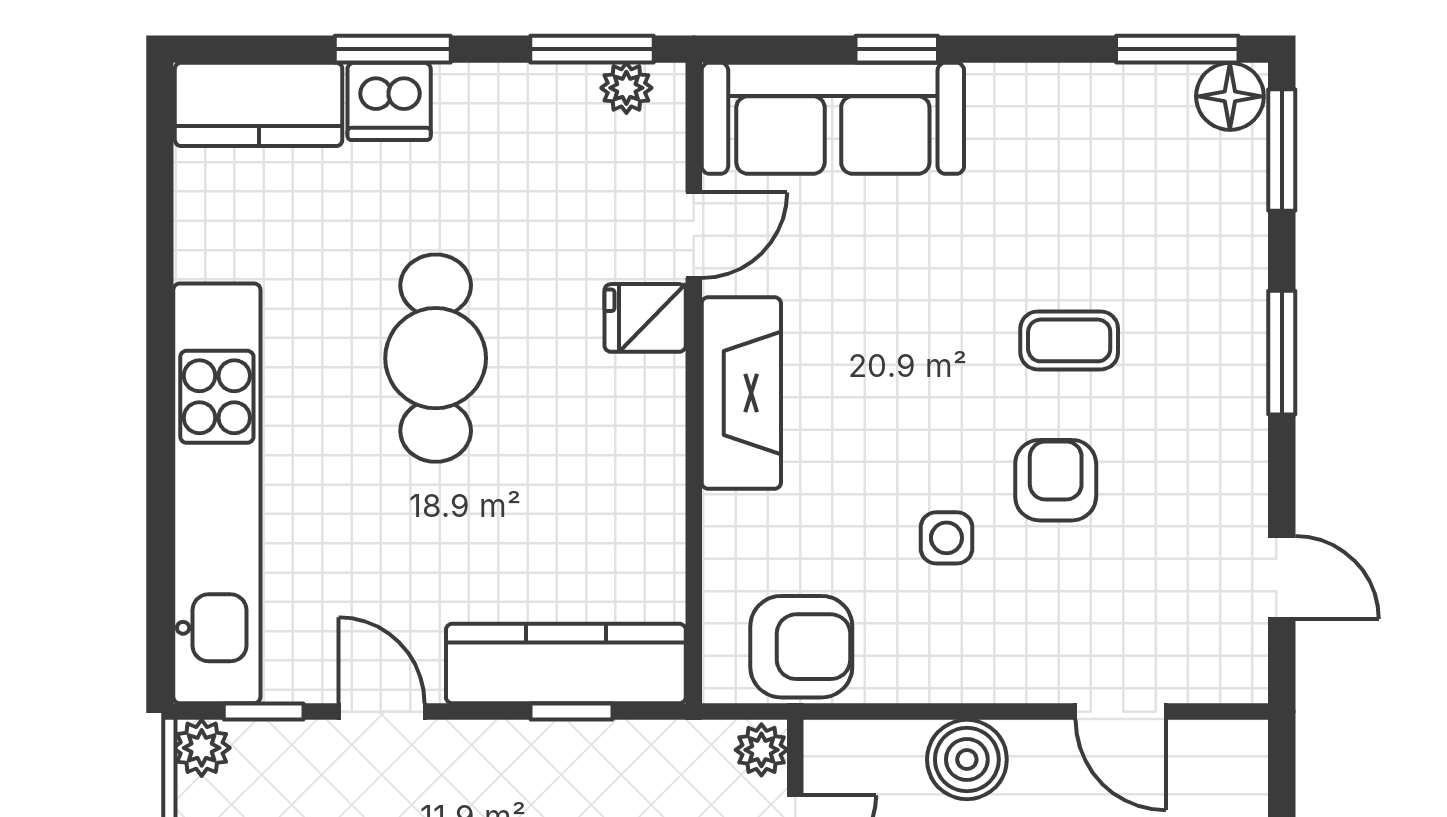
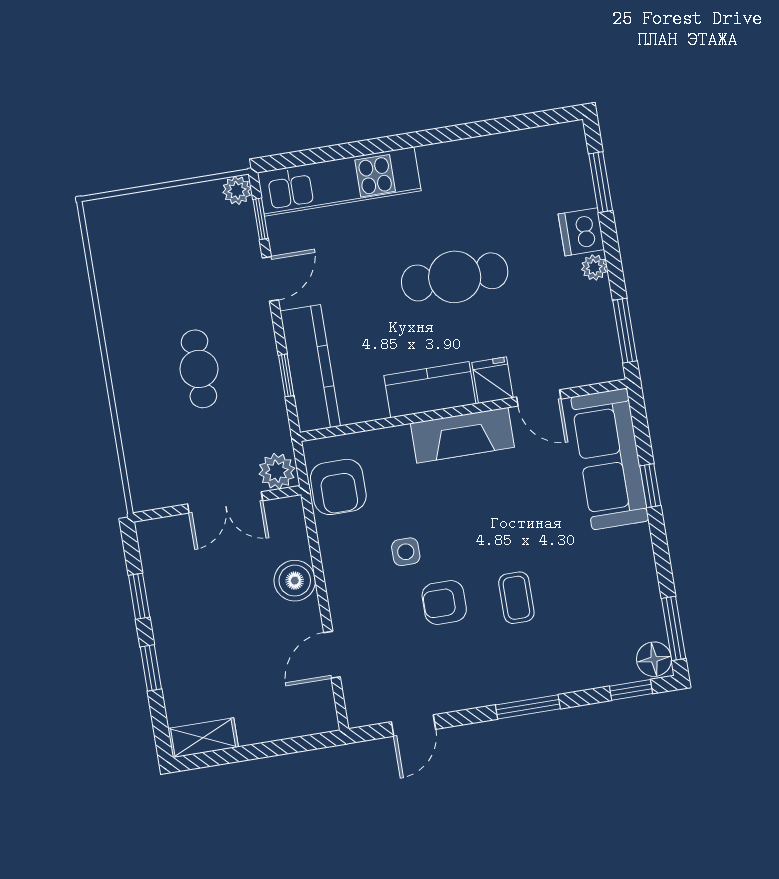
window: (393, 49) -> (601, 182), moved
plant: (626, 88) -> (594, 267), moved
kitchen counter: (259, 104) -> (430, 390), moved, turned 90
window: (1282, 150) -> (631, 690), width x0.67
armchair: (1056, 480) -> (444, 602), turned 180
kitchen unit: (217, 493) -> (339, 182), width x0.73
plant: (761, 750) -> (277, 471), width x1.38, depth x1.38

